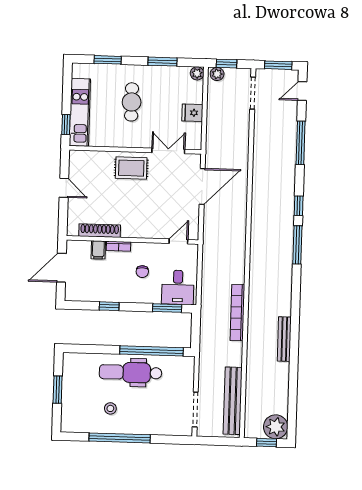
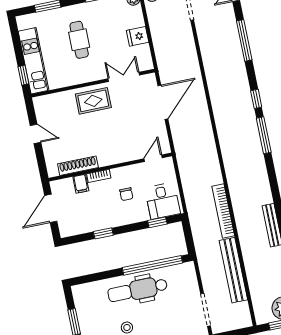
window: (167, 308) -> (157, 222), width x0.67
bench: (233, 401) -> (233, 270), moved

